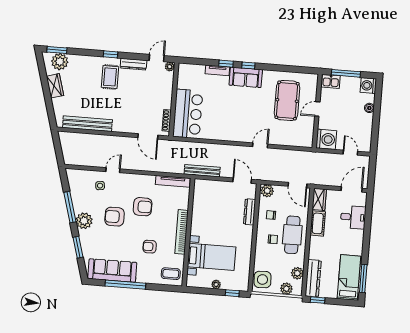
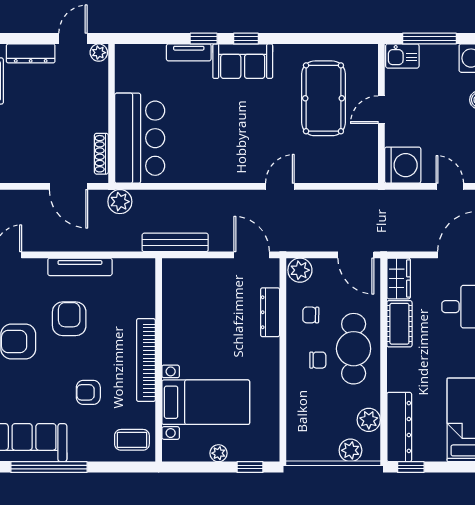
plant: (174, 147) -> (120, 202), added
tv unit: (173, 181) -> (80, 267), moved
armchair: (143, 207) -> (69, 319), turned -90
side table: (262, 279) -> (304, 437), removed

